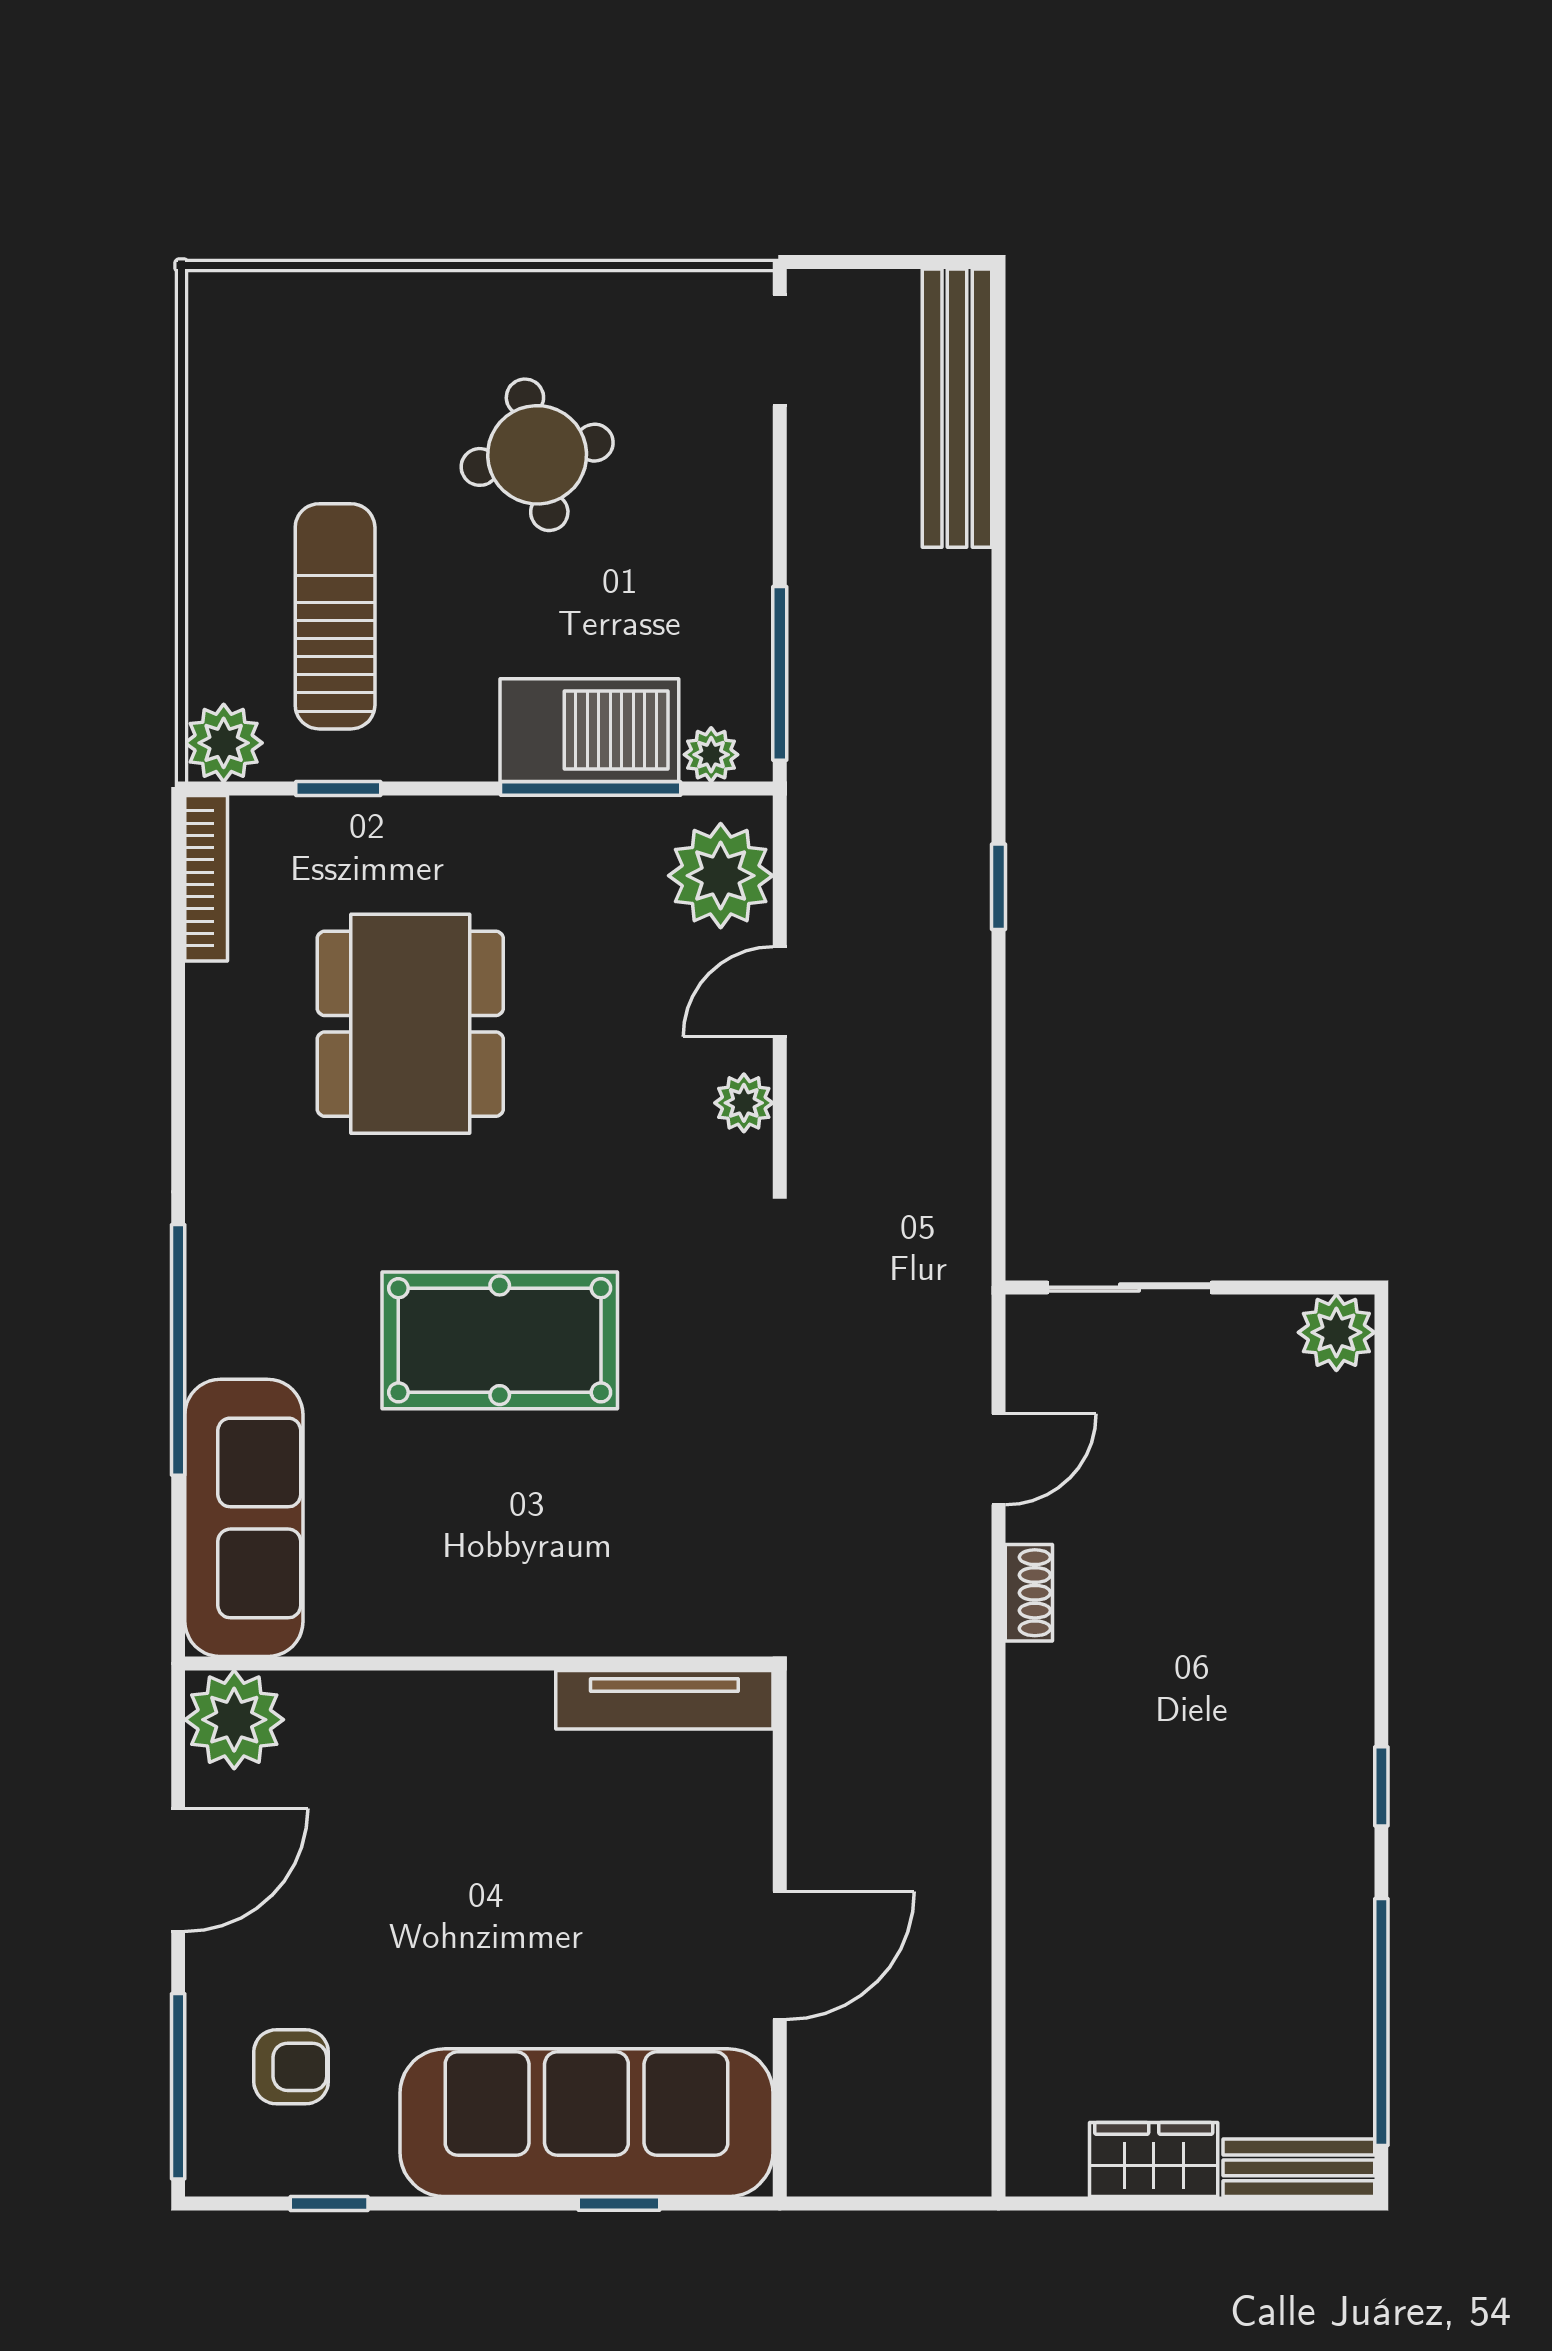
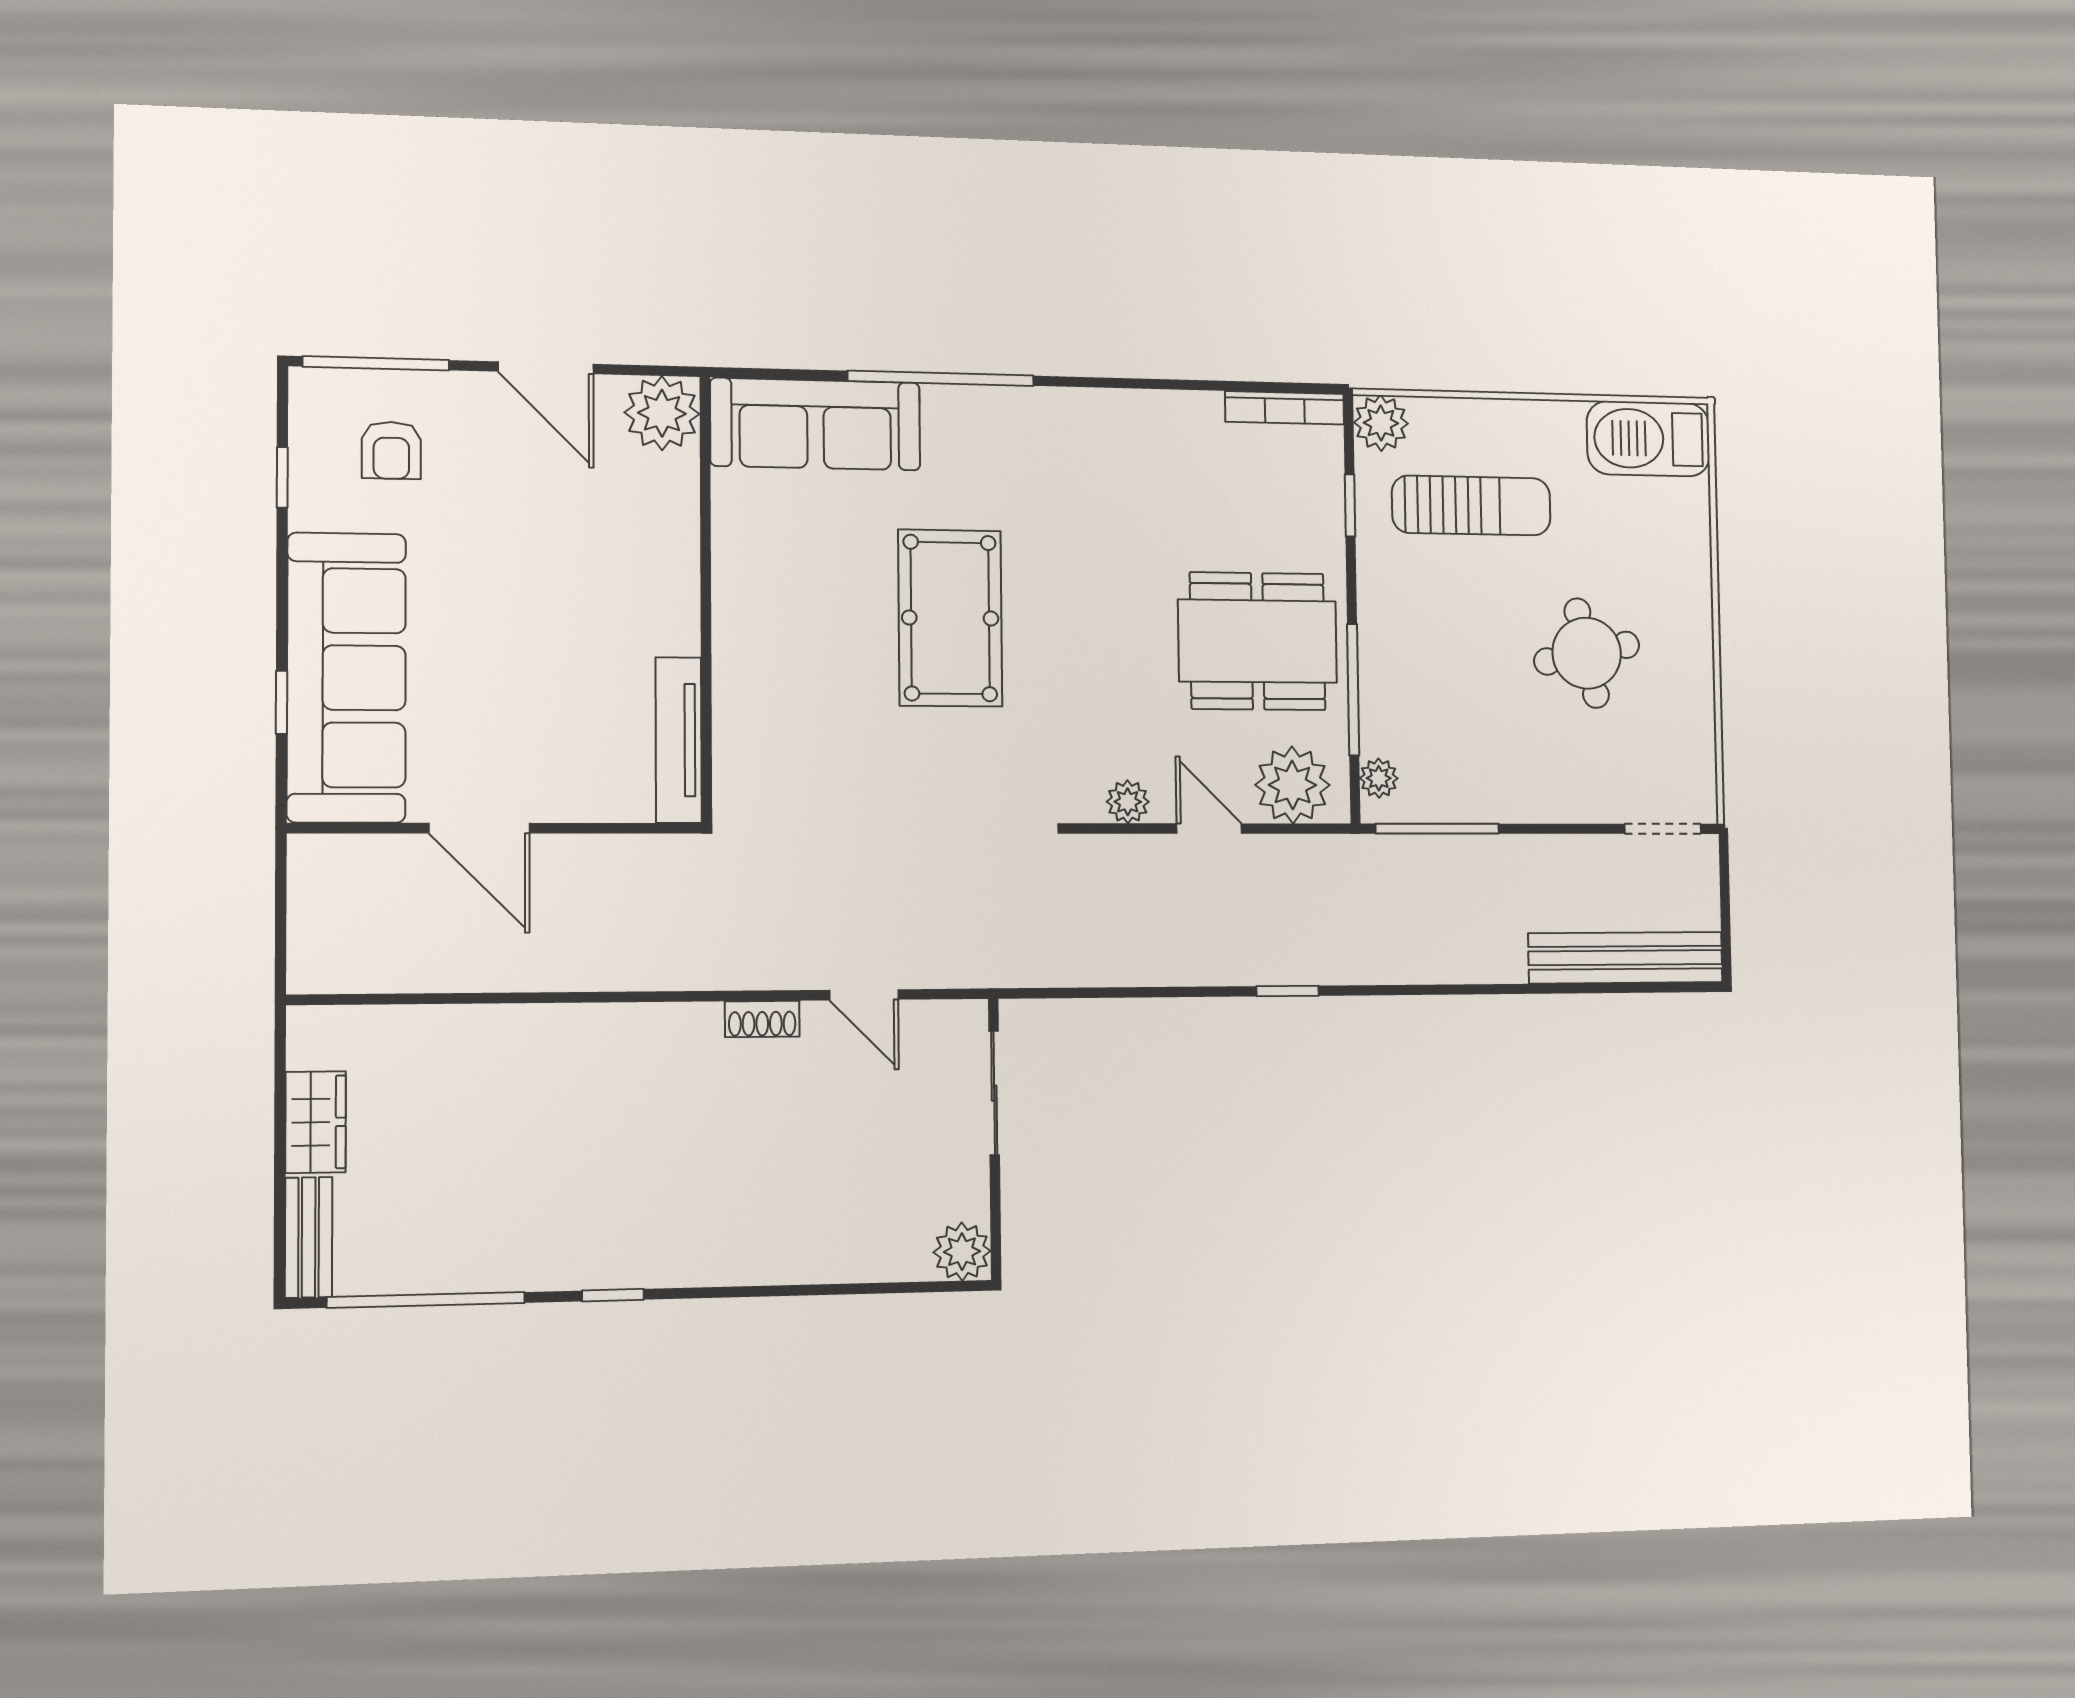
barbecue: (589, 730) -> (1648, 439), moved, turned 90
dining table: (410, 1024) -> (1258, 641), moved

